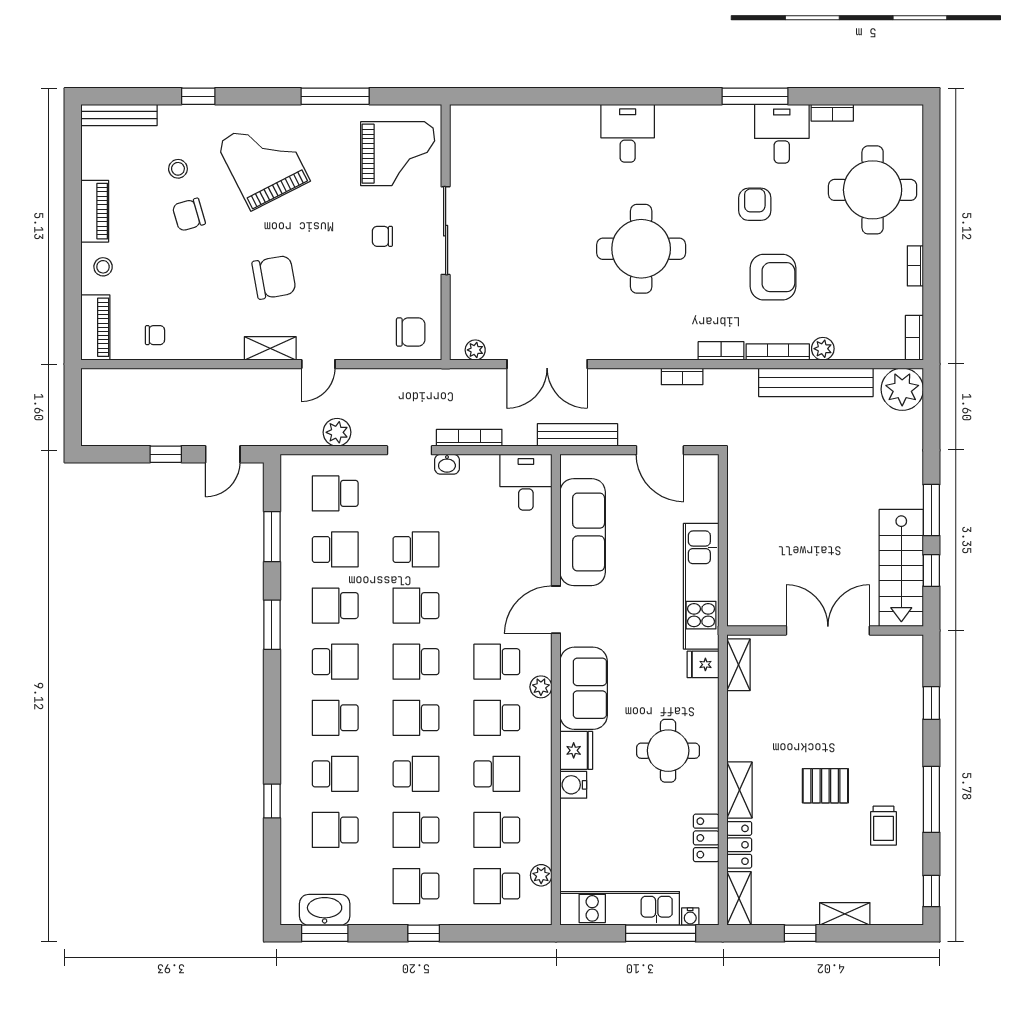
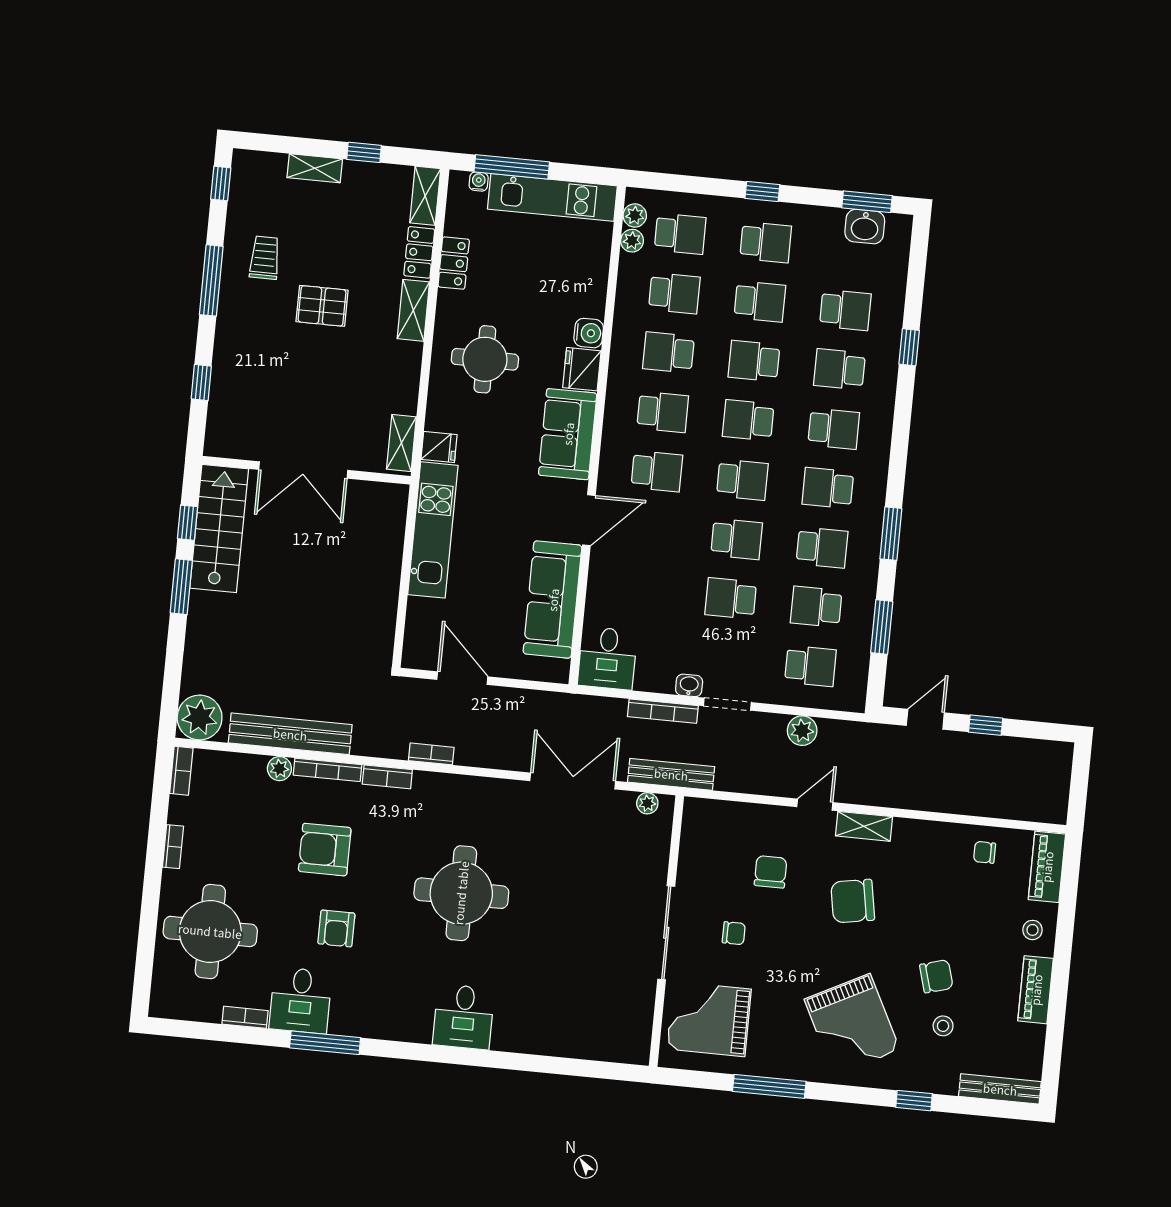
chair: (411, 332) -> (771, 872), moved, turned 90
bench: (577, 435) -> (671, 774), moved
plant: (541, 687) -> (635, 215), moved
school desk: (416, 718) -> (748, 420), turned 180
washbasin: (325, 910) -> (865, 227), width x0.72

